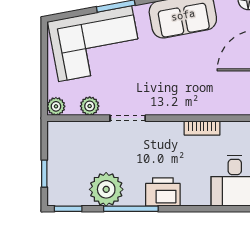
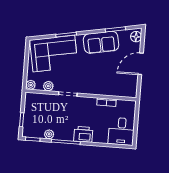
plant: (106, 189) -> (49, 134), width x0.53, depth x0.53

